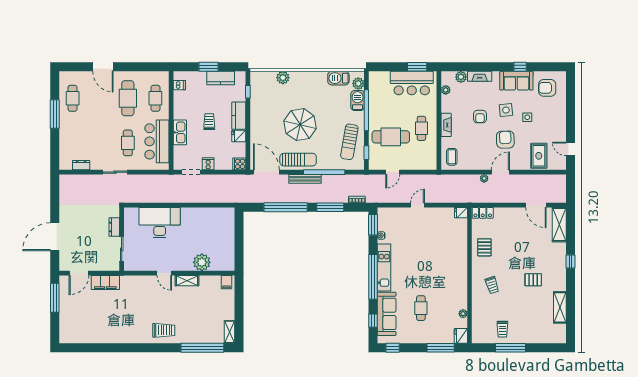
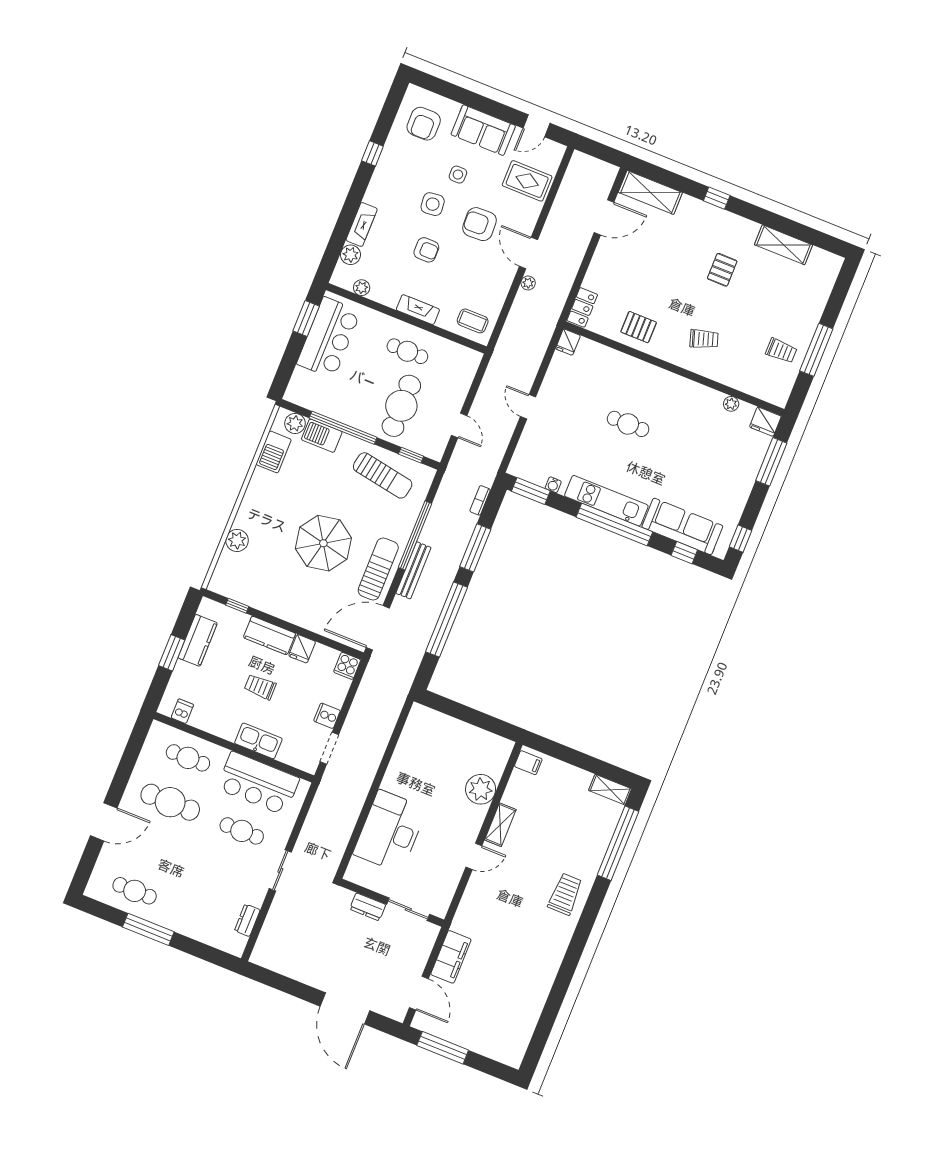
sofa: (516, 81) -> (483, 130), moved, turned 90
cafe table: (421, 308) -> (628, 424), moved

